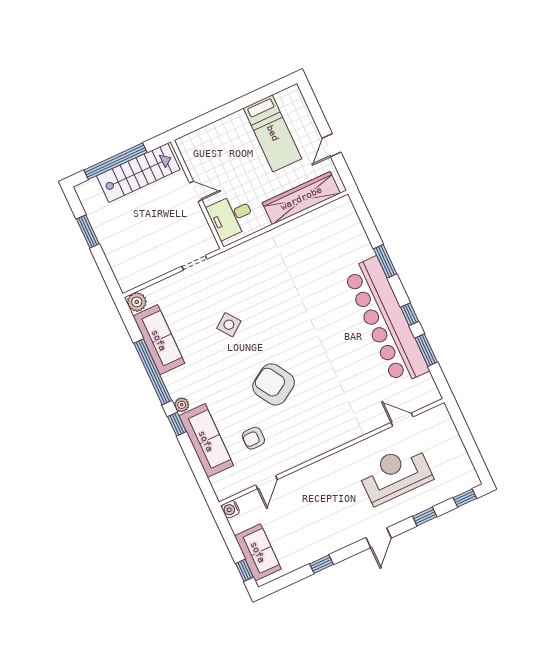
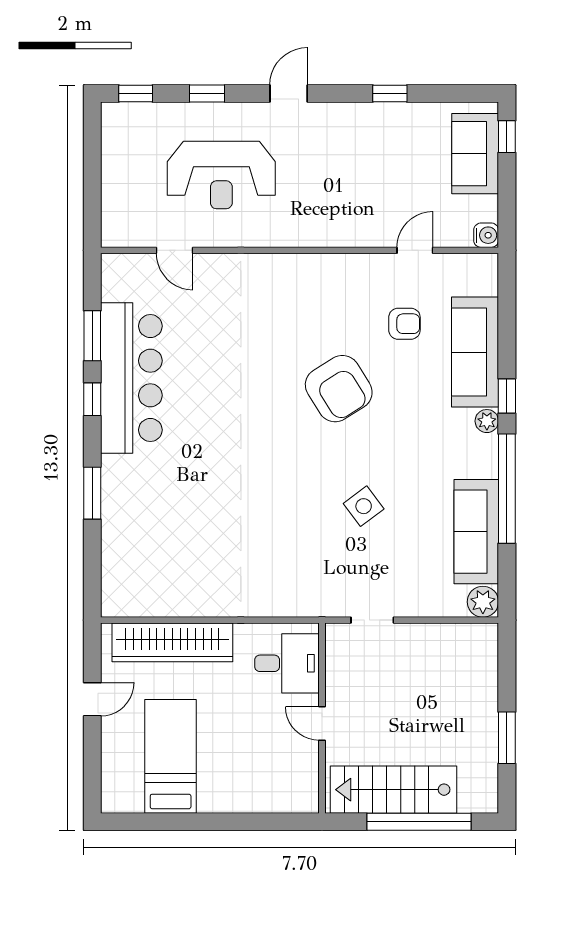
bar counter: (386, 321) -> (131, 378), width x0.73

